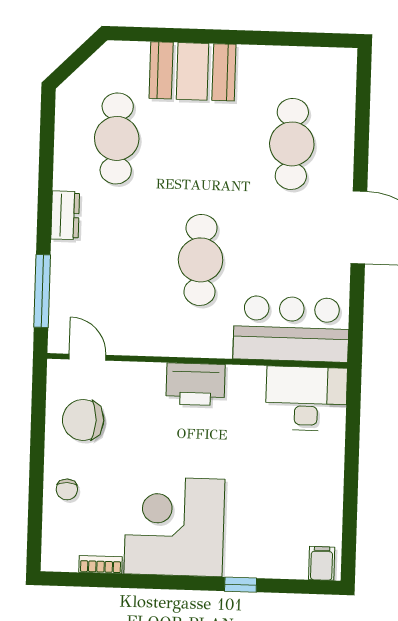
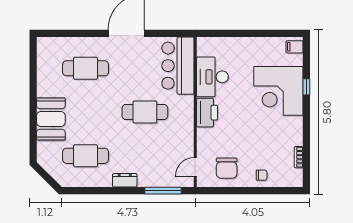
desk: (306, 399) -> (212, 77), moved
corner desk: (174, 526) -> (278, 91), moved

